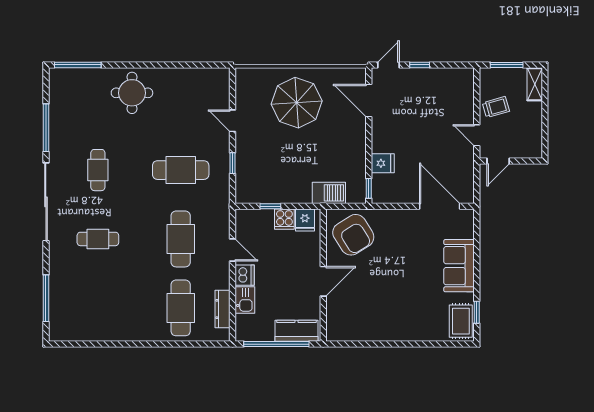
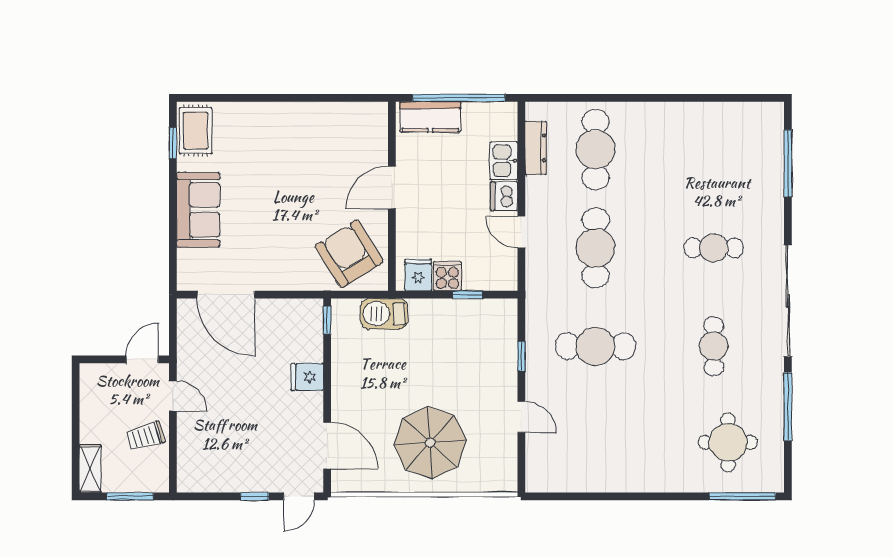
round table: (132, 93) -> (728, 442), moved
fridge: (383, 163) -> (307, 377), moved

